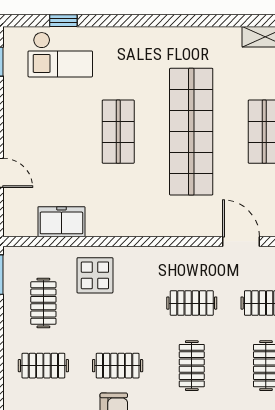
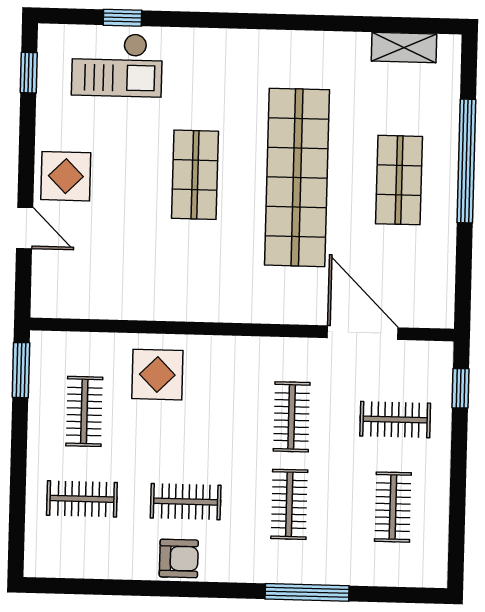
display table: (26, 135) -> (66, 176), added
freezer: (61, 222) -> (112, 299), removed
door: (241, 241) -> (363, 333), width x1.36
clothes rail: (192, 303) -> (292, 417), turned 90

